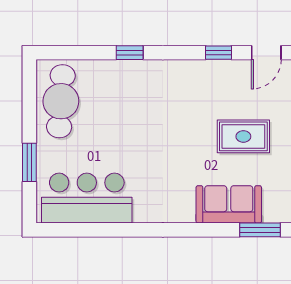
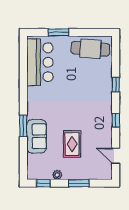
window: (218, 53) -> (116, 120), moved
window: (260, 230) -> (23, 126), moved

